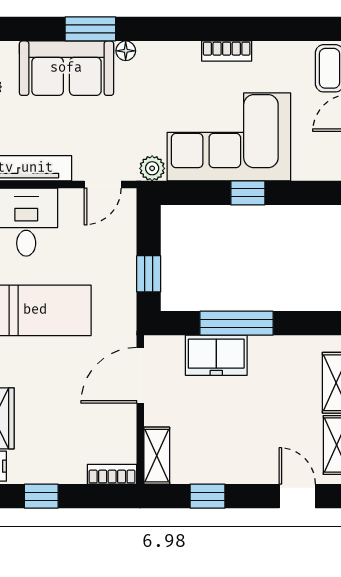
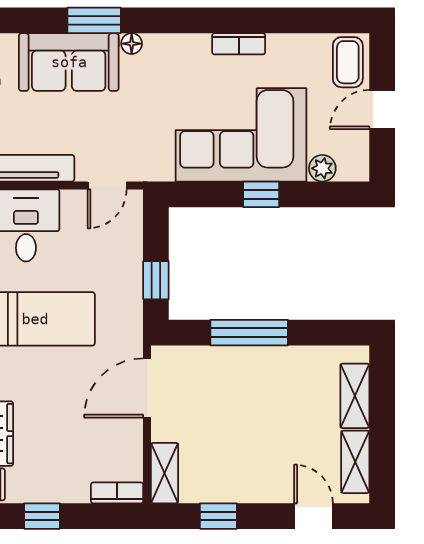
plant: (152, 168) -> (322, 168), moved
freezer: (216, 355) -> (228, 367), removed

